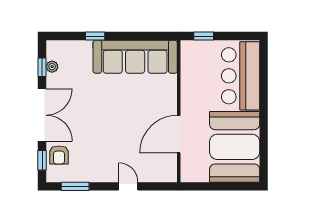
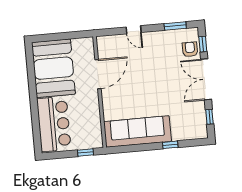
plant: (52, 67) -> (202, 118), removed

